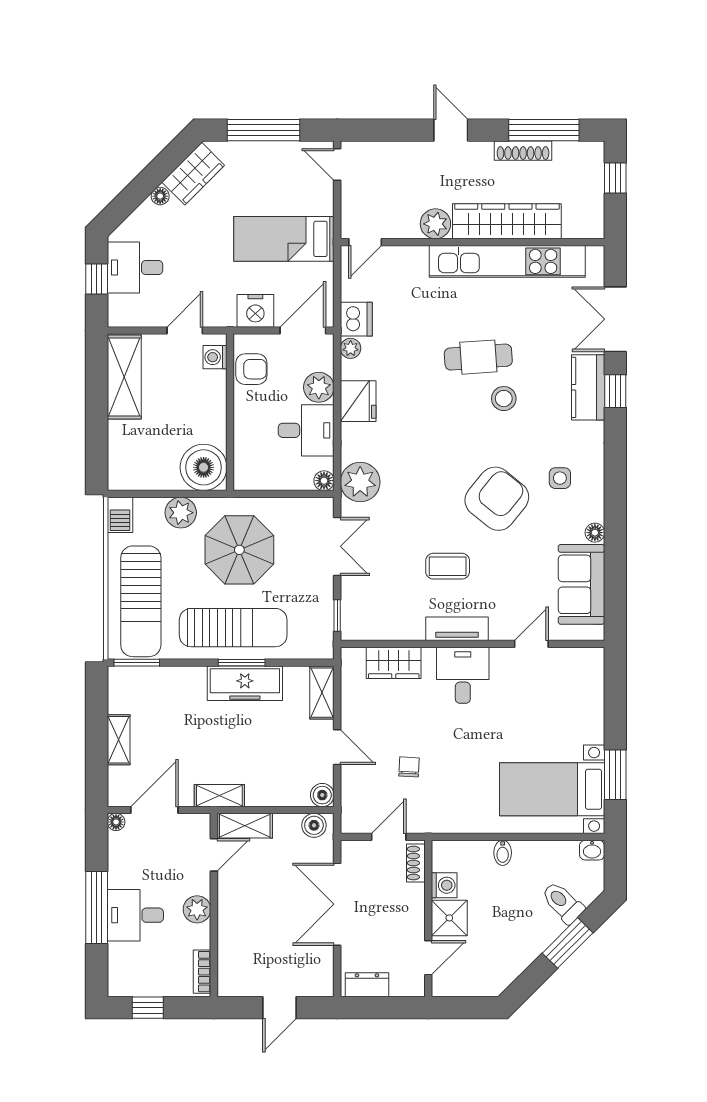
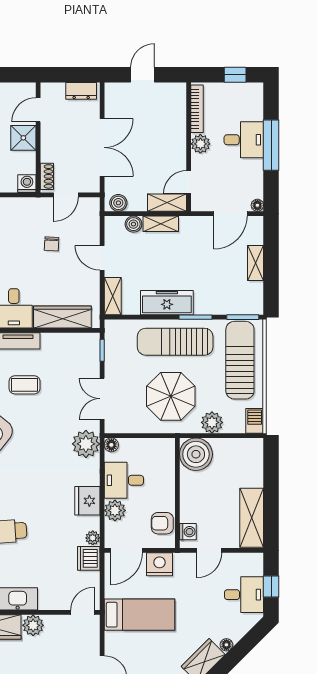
window: (242, 663) -> (196, 317), moved
wardrobe: (394, 663) -> (62, 317), width x1.50
boiler: (322, 795) -> (133, 224), moved
shelving: (219, 796) -> (161, 224), moved
washing machine: (444, 885) -> (27, 184), moved, turned 90
bookcase: (202, 972) -> (197, 109), width x1.56

